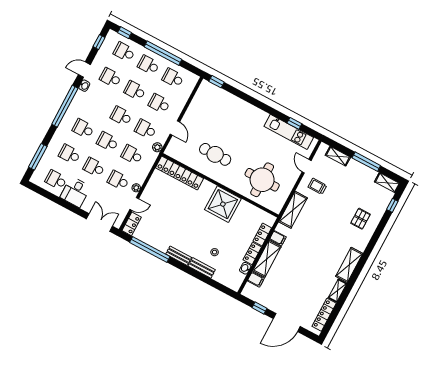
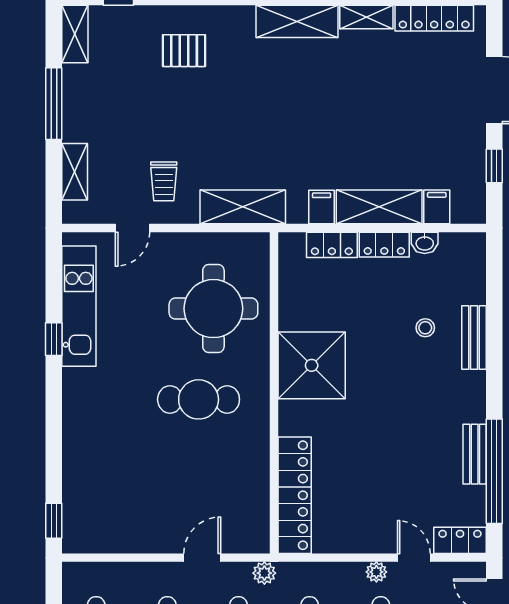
window: (294, 123) -> (54, 339), moved
cafe table: (215, 154) -> (199, 399), moved, turned 90
bench: (179, 256) -> (475, 454), moved

